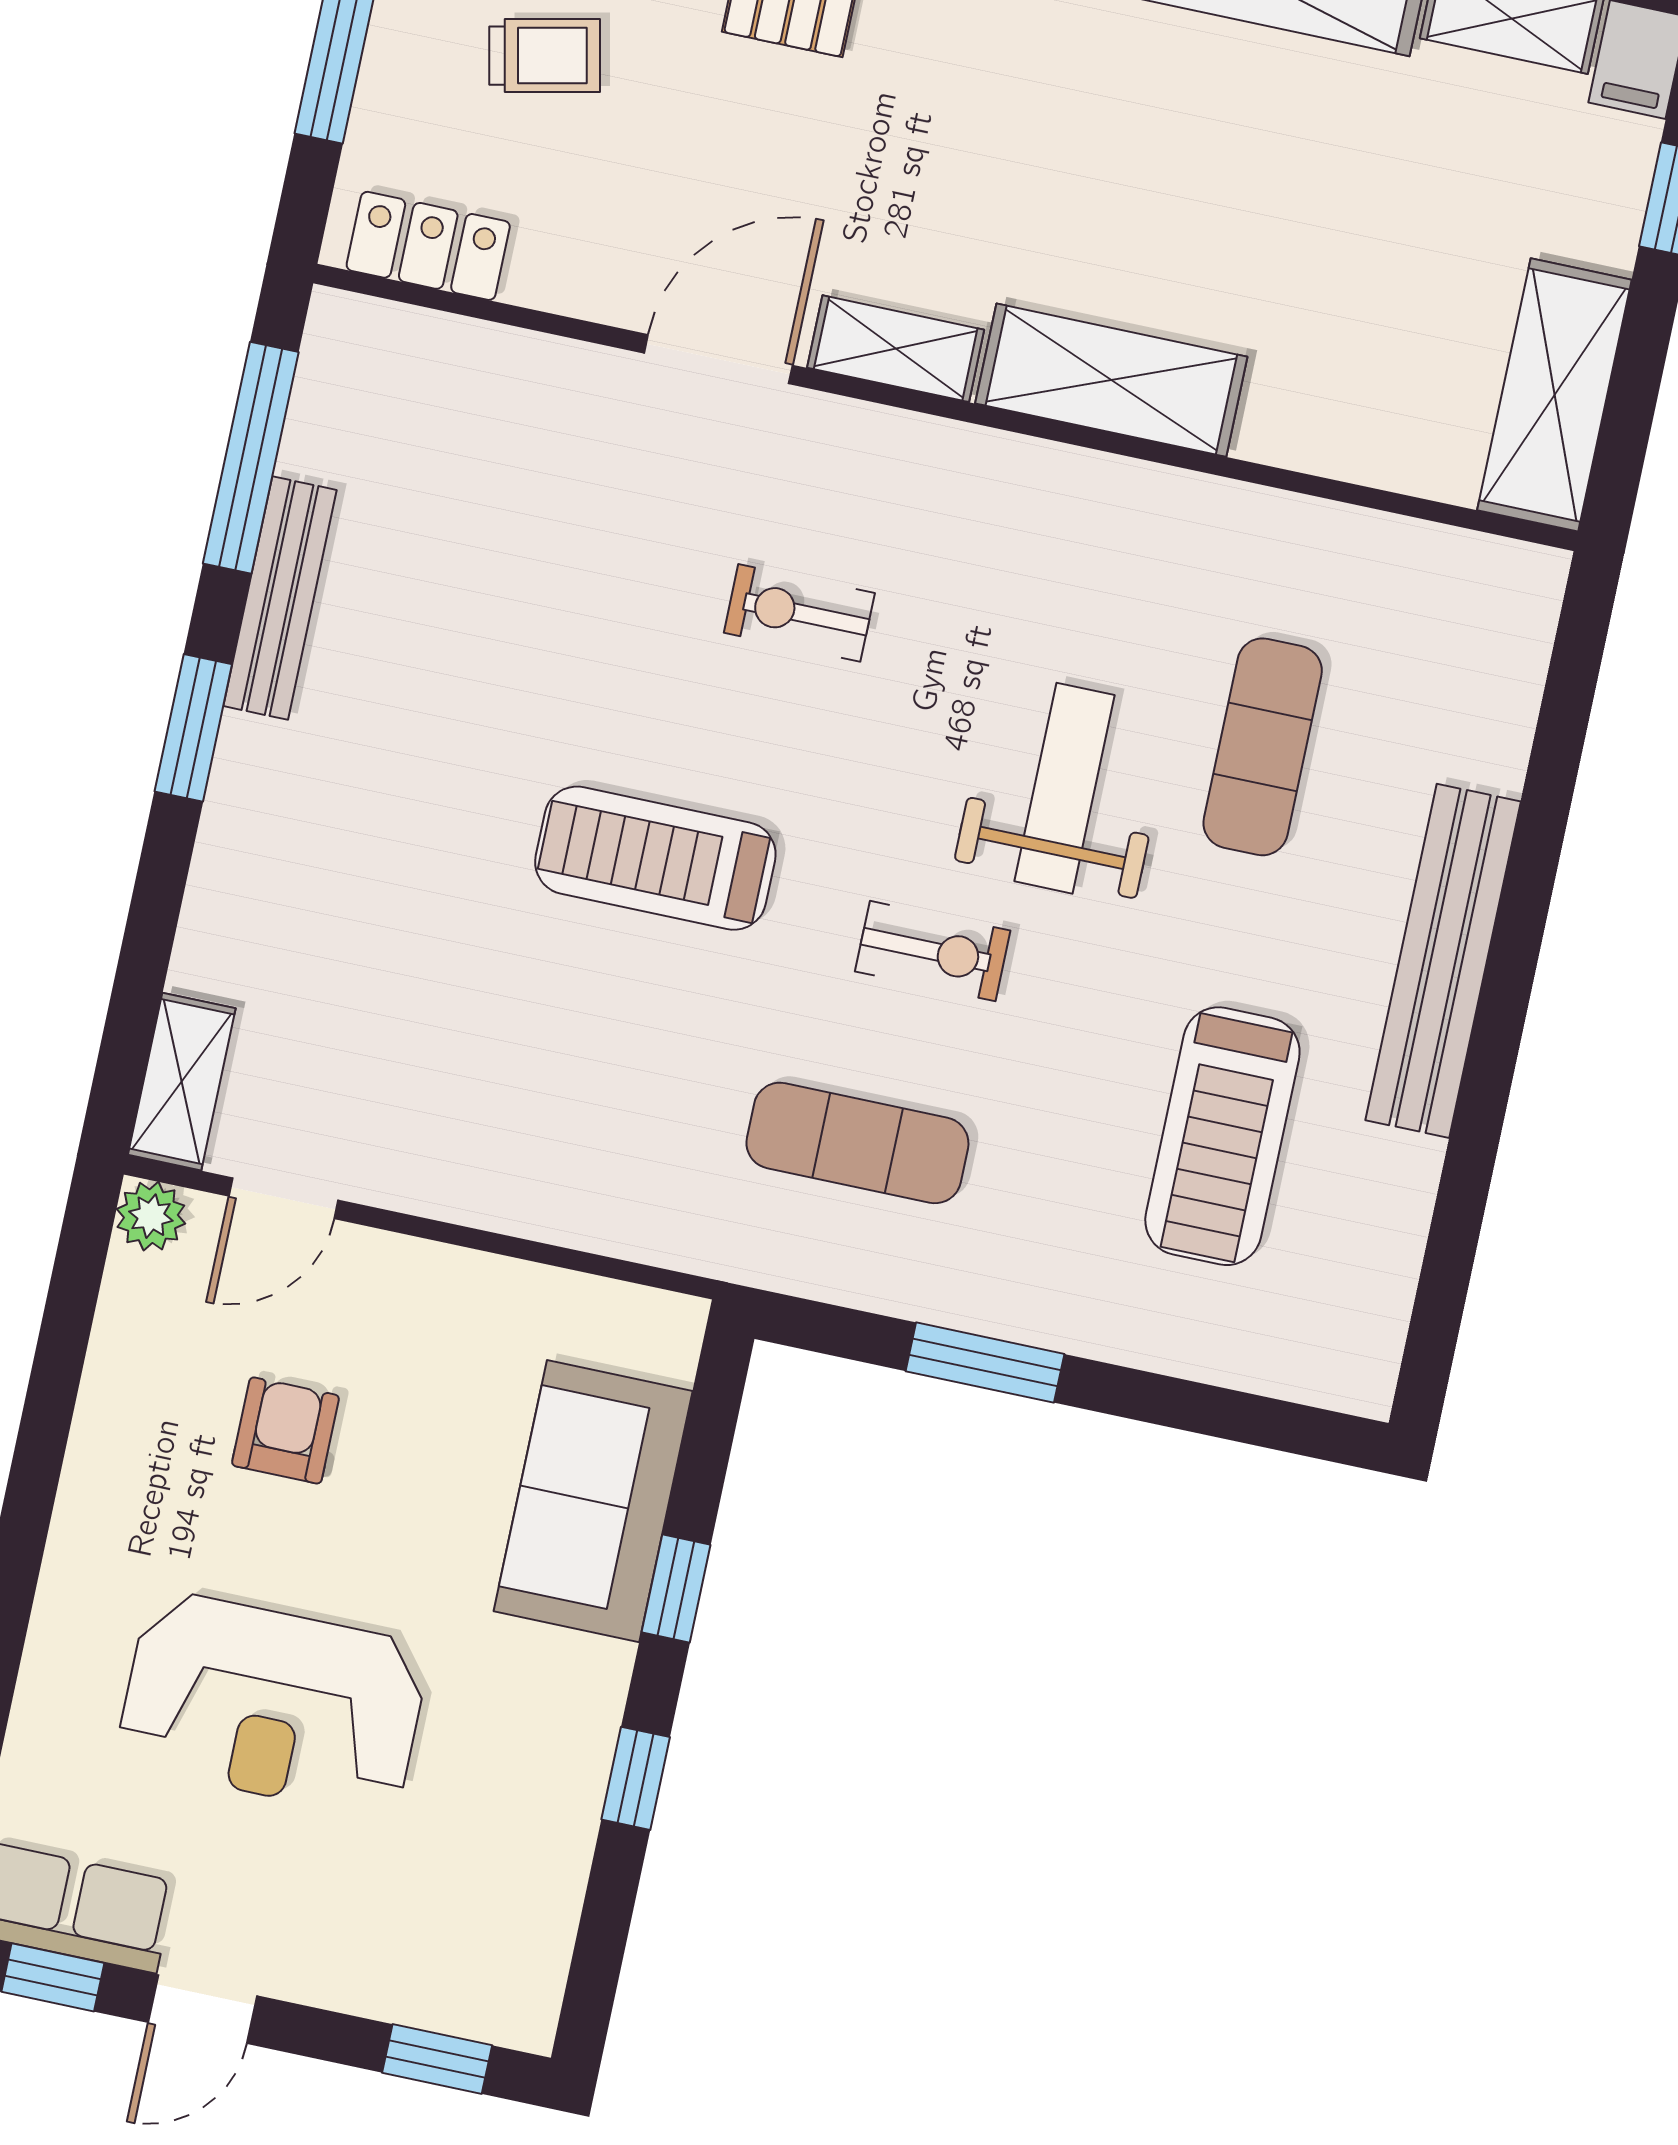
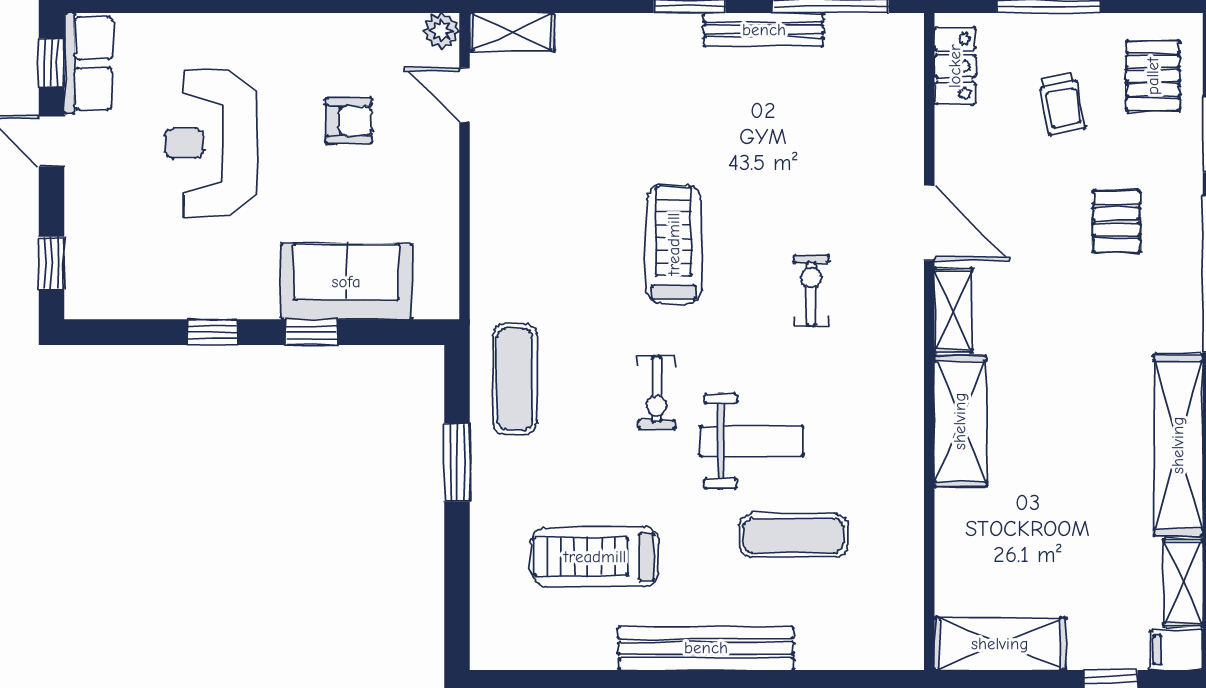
exercise mat: (857, 1143) -> (515, 379), moved

